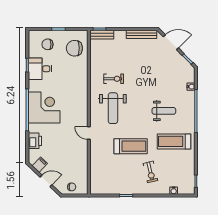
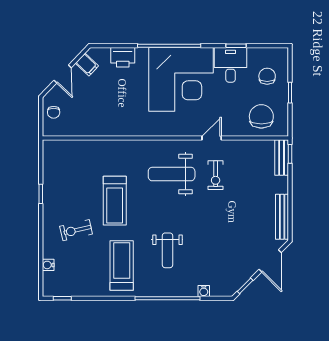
corner desk: (44, 108) -> (181, 79), width x1.36, depth x1.36
door: (89, 133) -> (212, 138), moved

